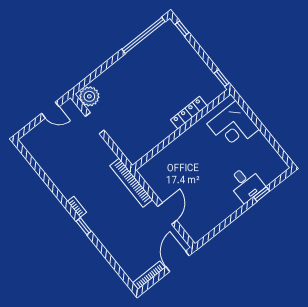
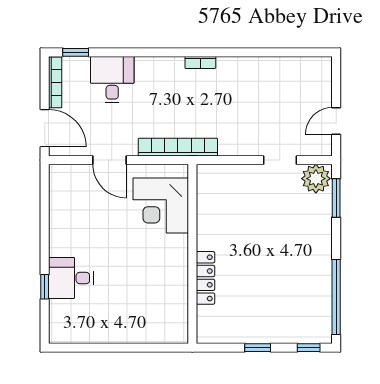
window: (91, 77) -> (336, 198), added
window: (222, 78) -> (258, 348), moved
corner desk: (233, 127) -> (161, 205), moved, turned -90
window: (84, 226) -> (76, 52), moved
desk: (123, 246) -> (112, 80), added

